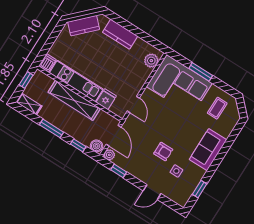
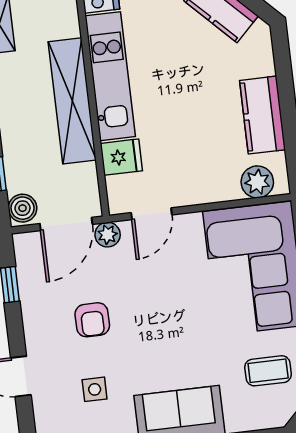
kitchen counter: (120, 34) -> (263, 115), moved
armchair: (163, 152) -> (92, 320), moved
plant: (109, 155) -> (108, 235), moved

